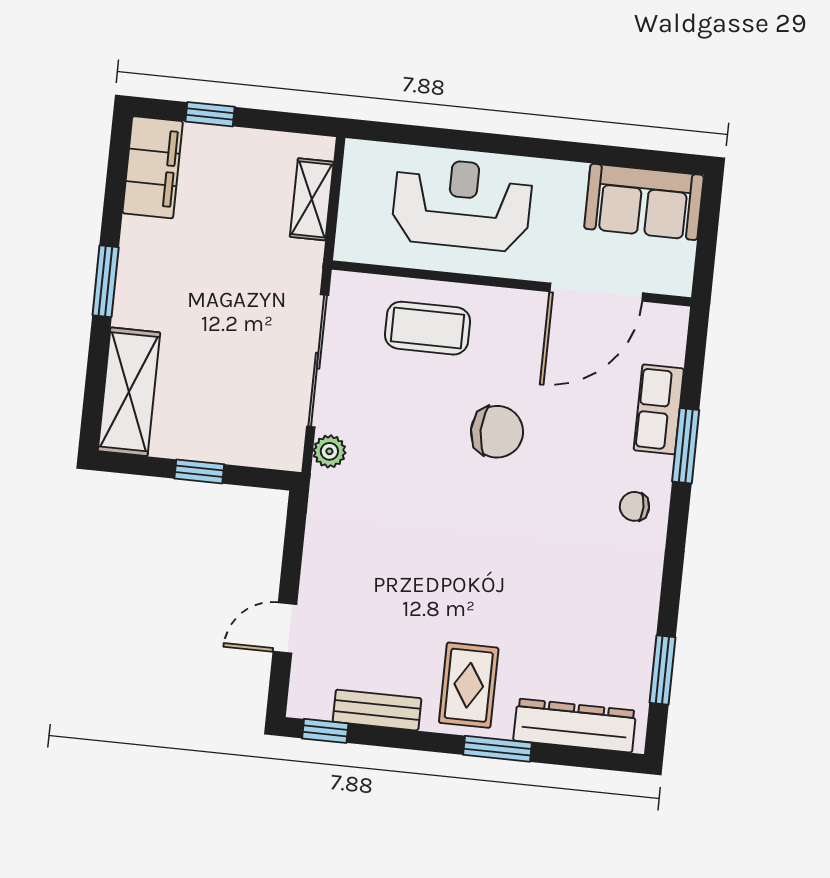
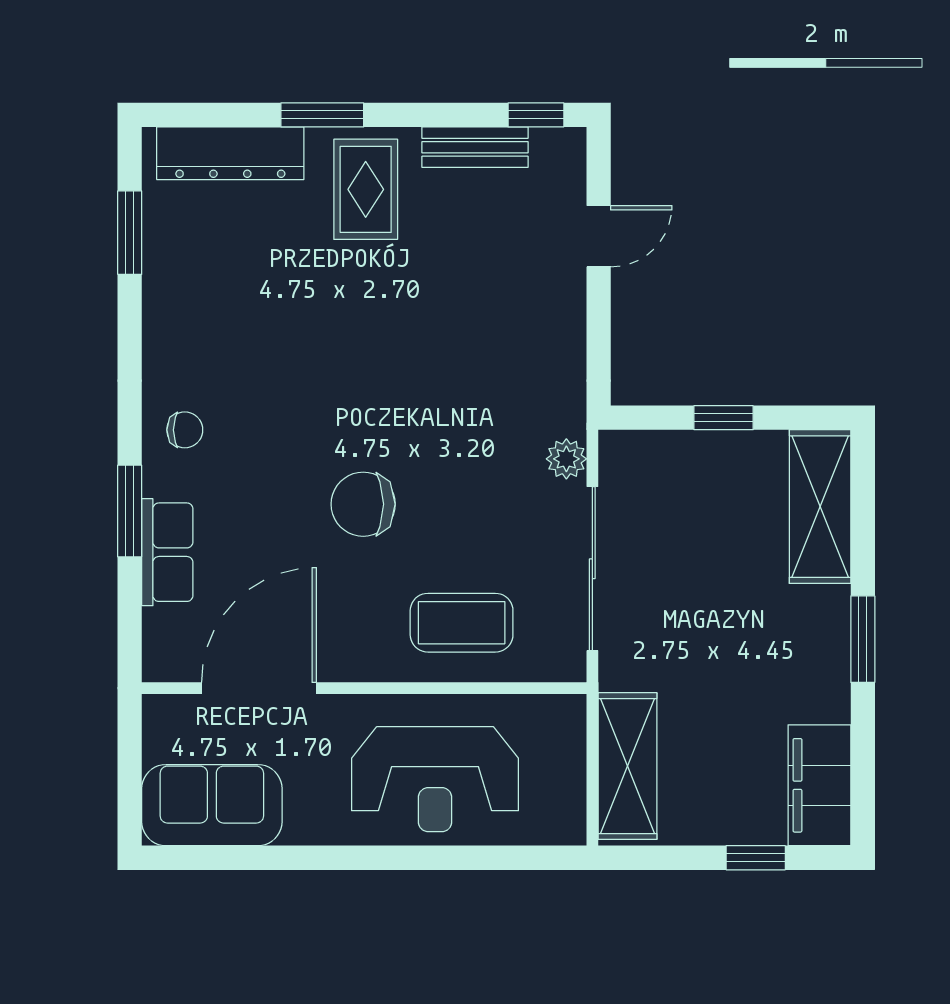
shelving: (312, 199) -> (627, 766), width x1.50, depth x1.33

